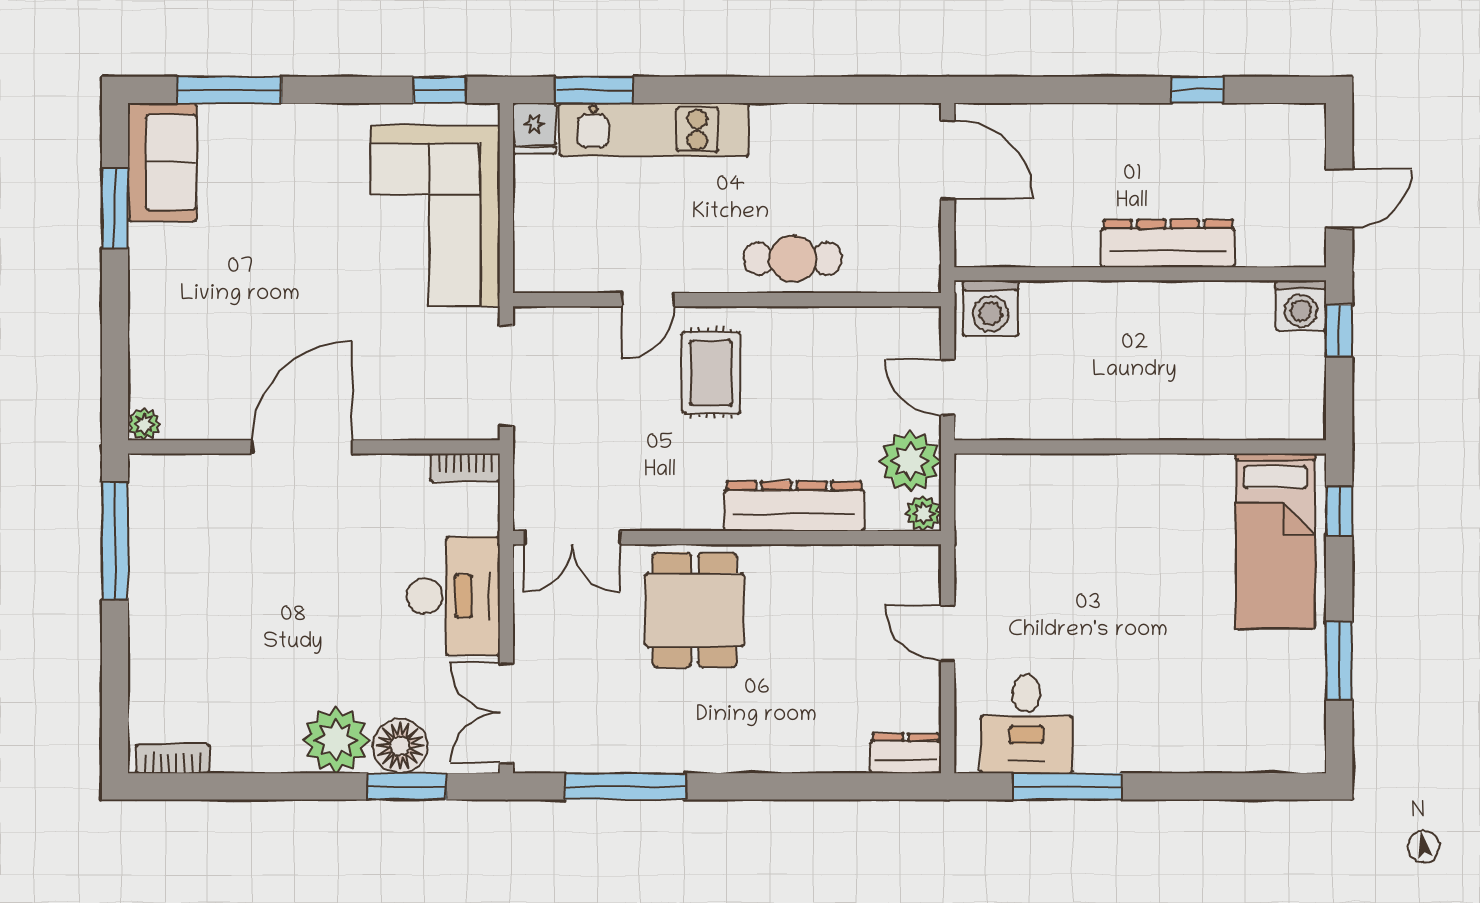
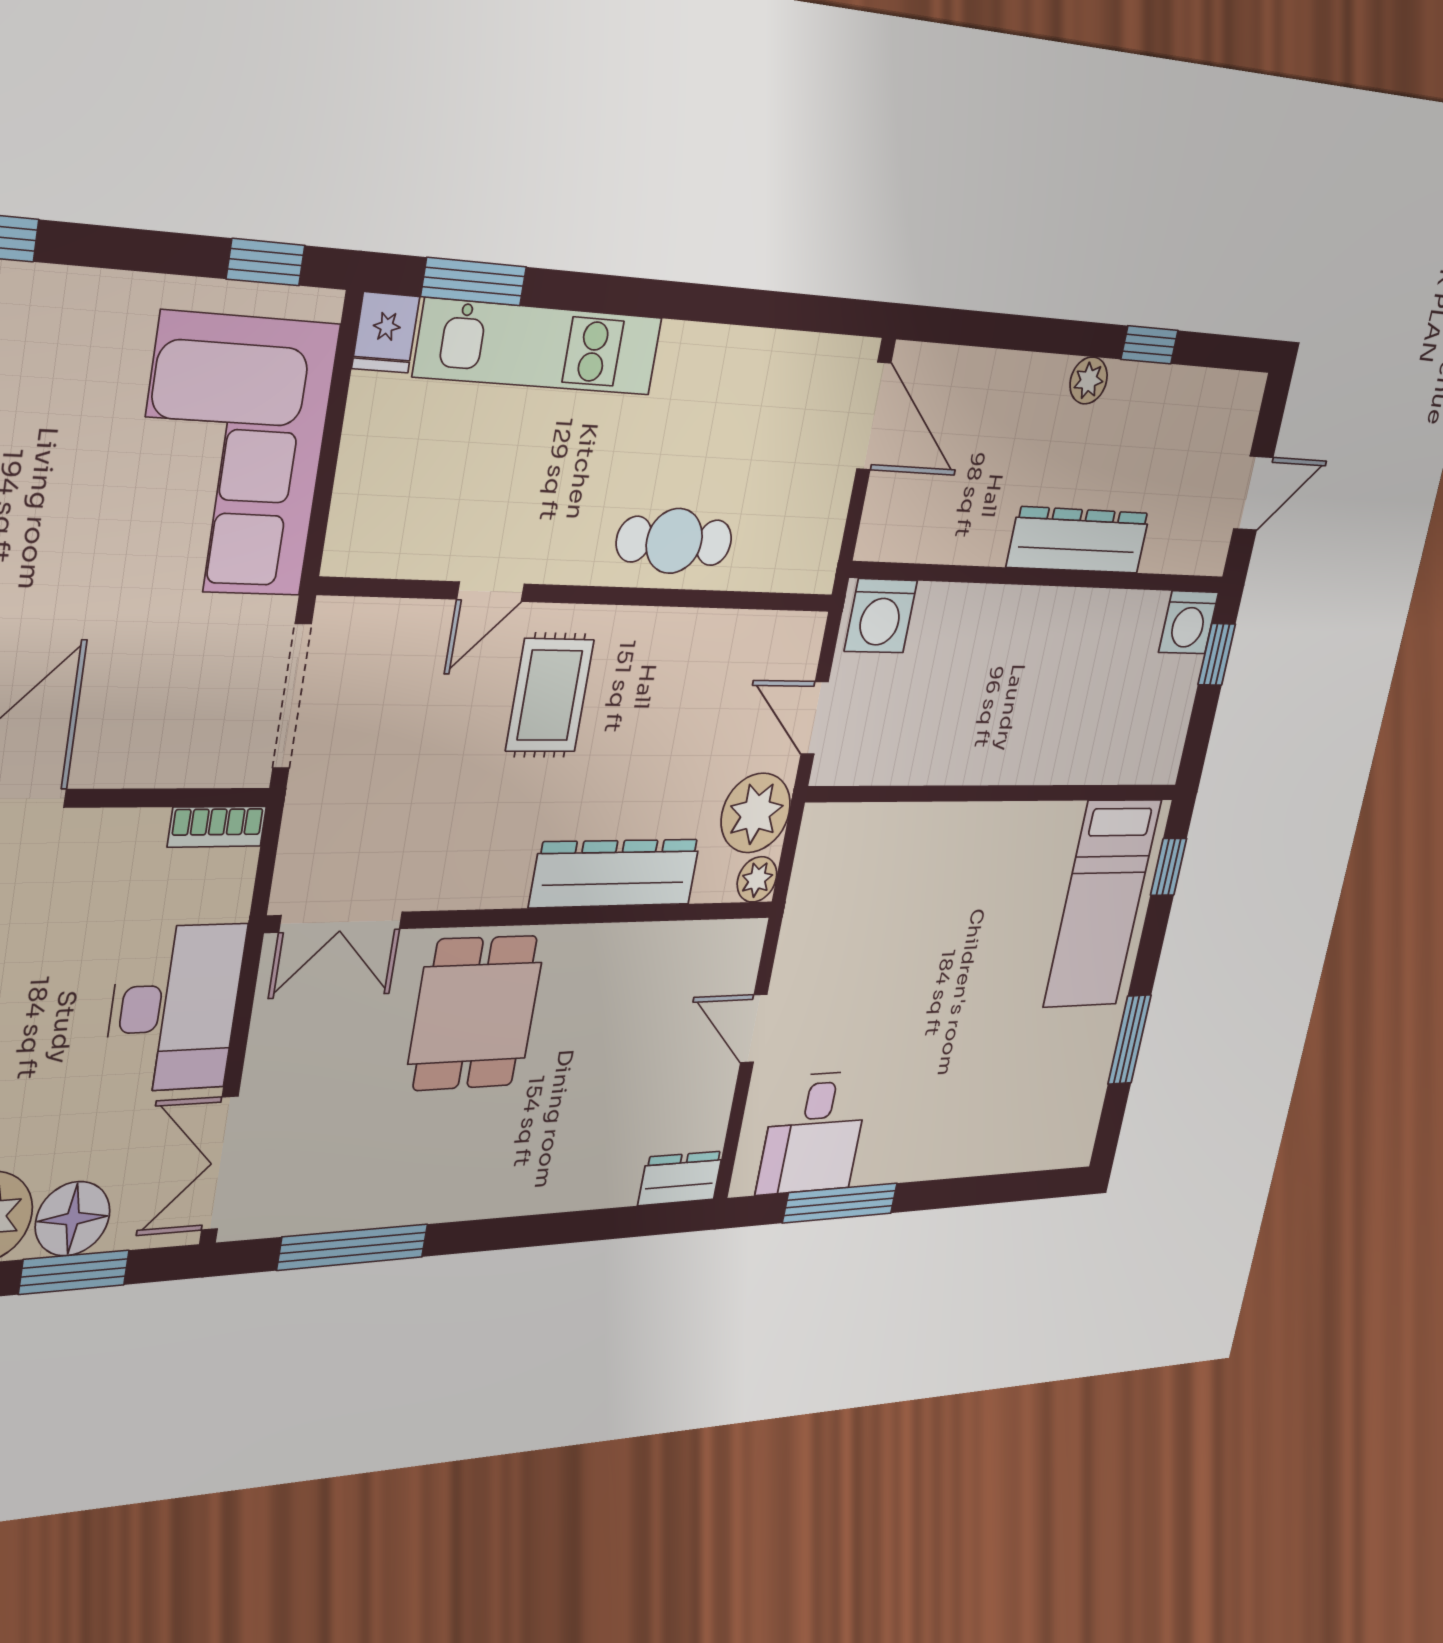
plant: (1144, 121) -> (1089, 380), added

